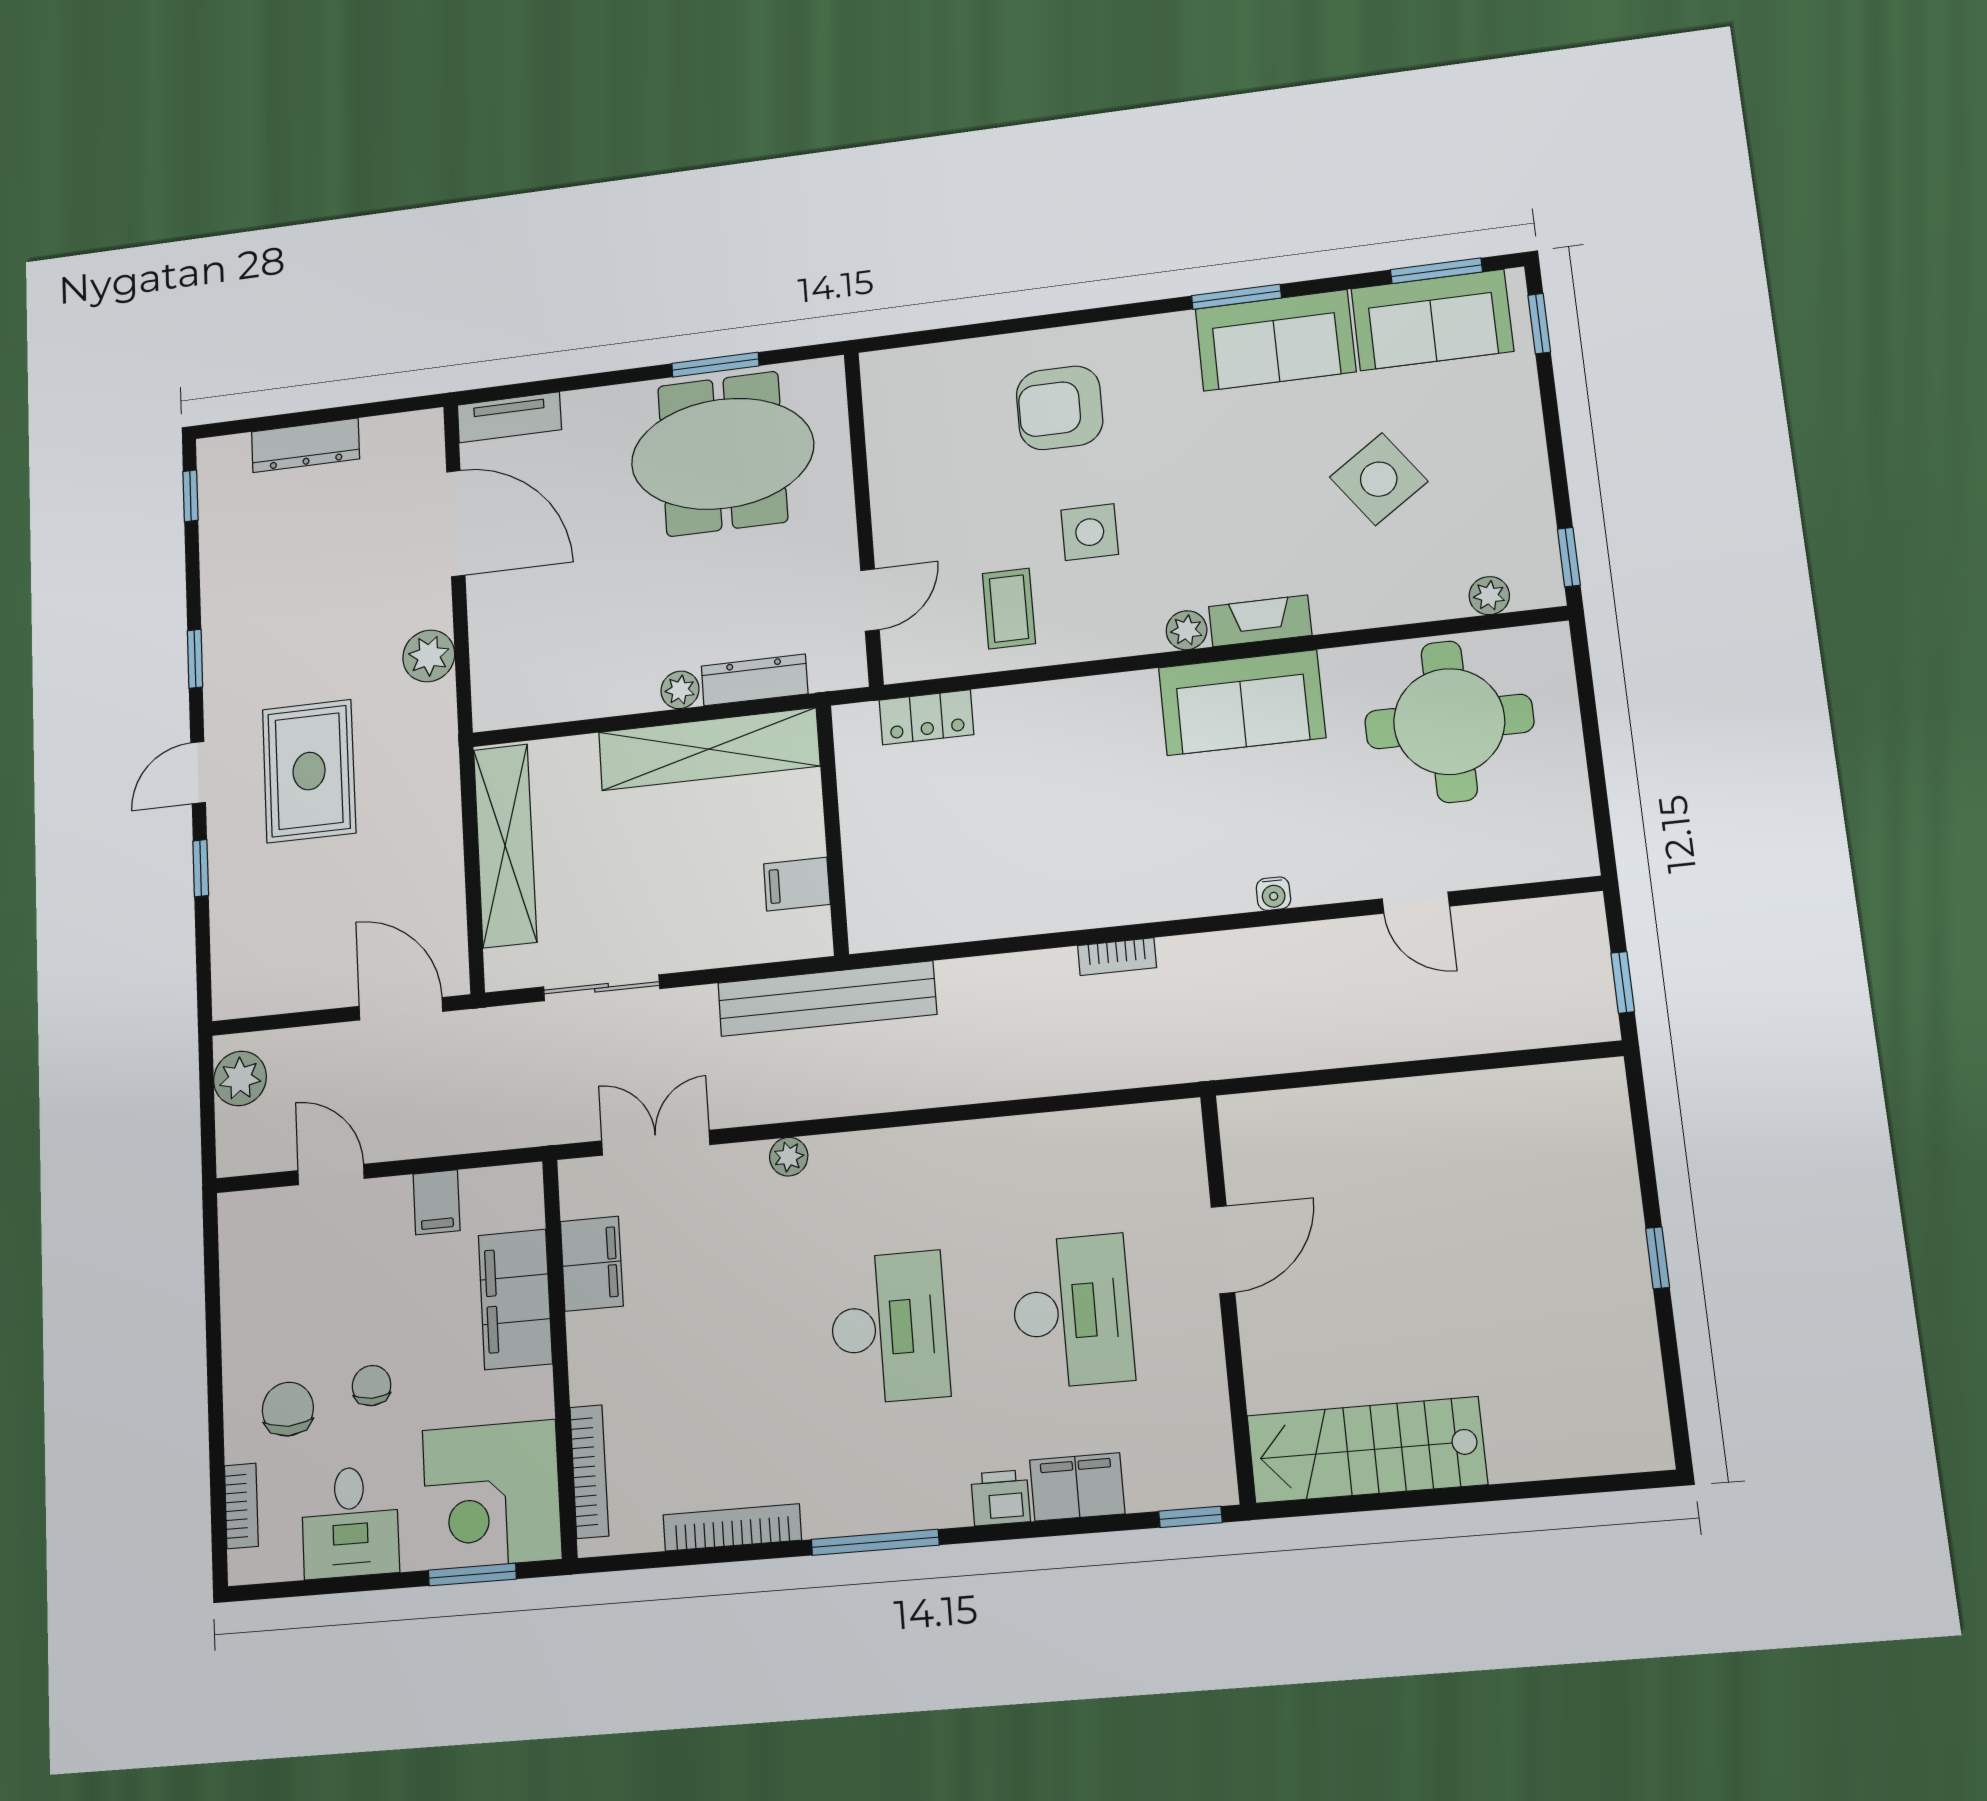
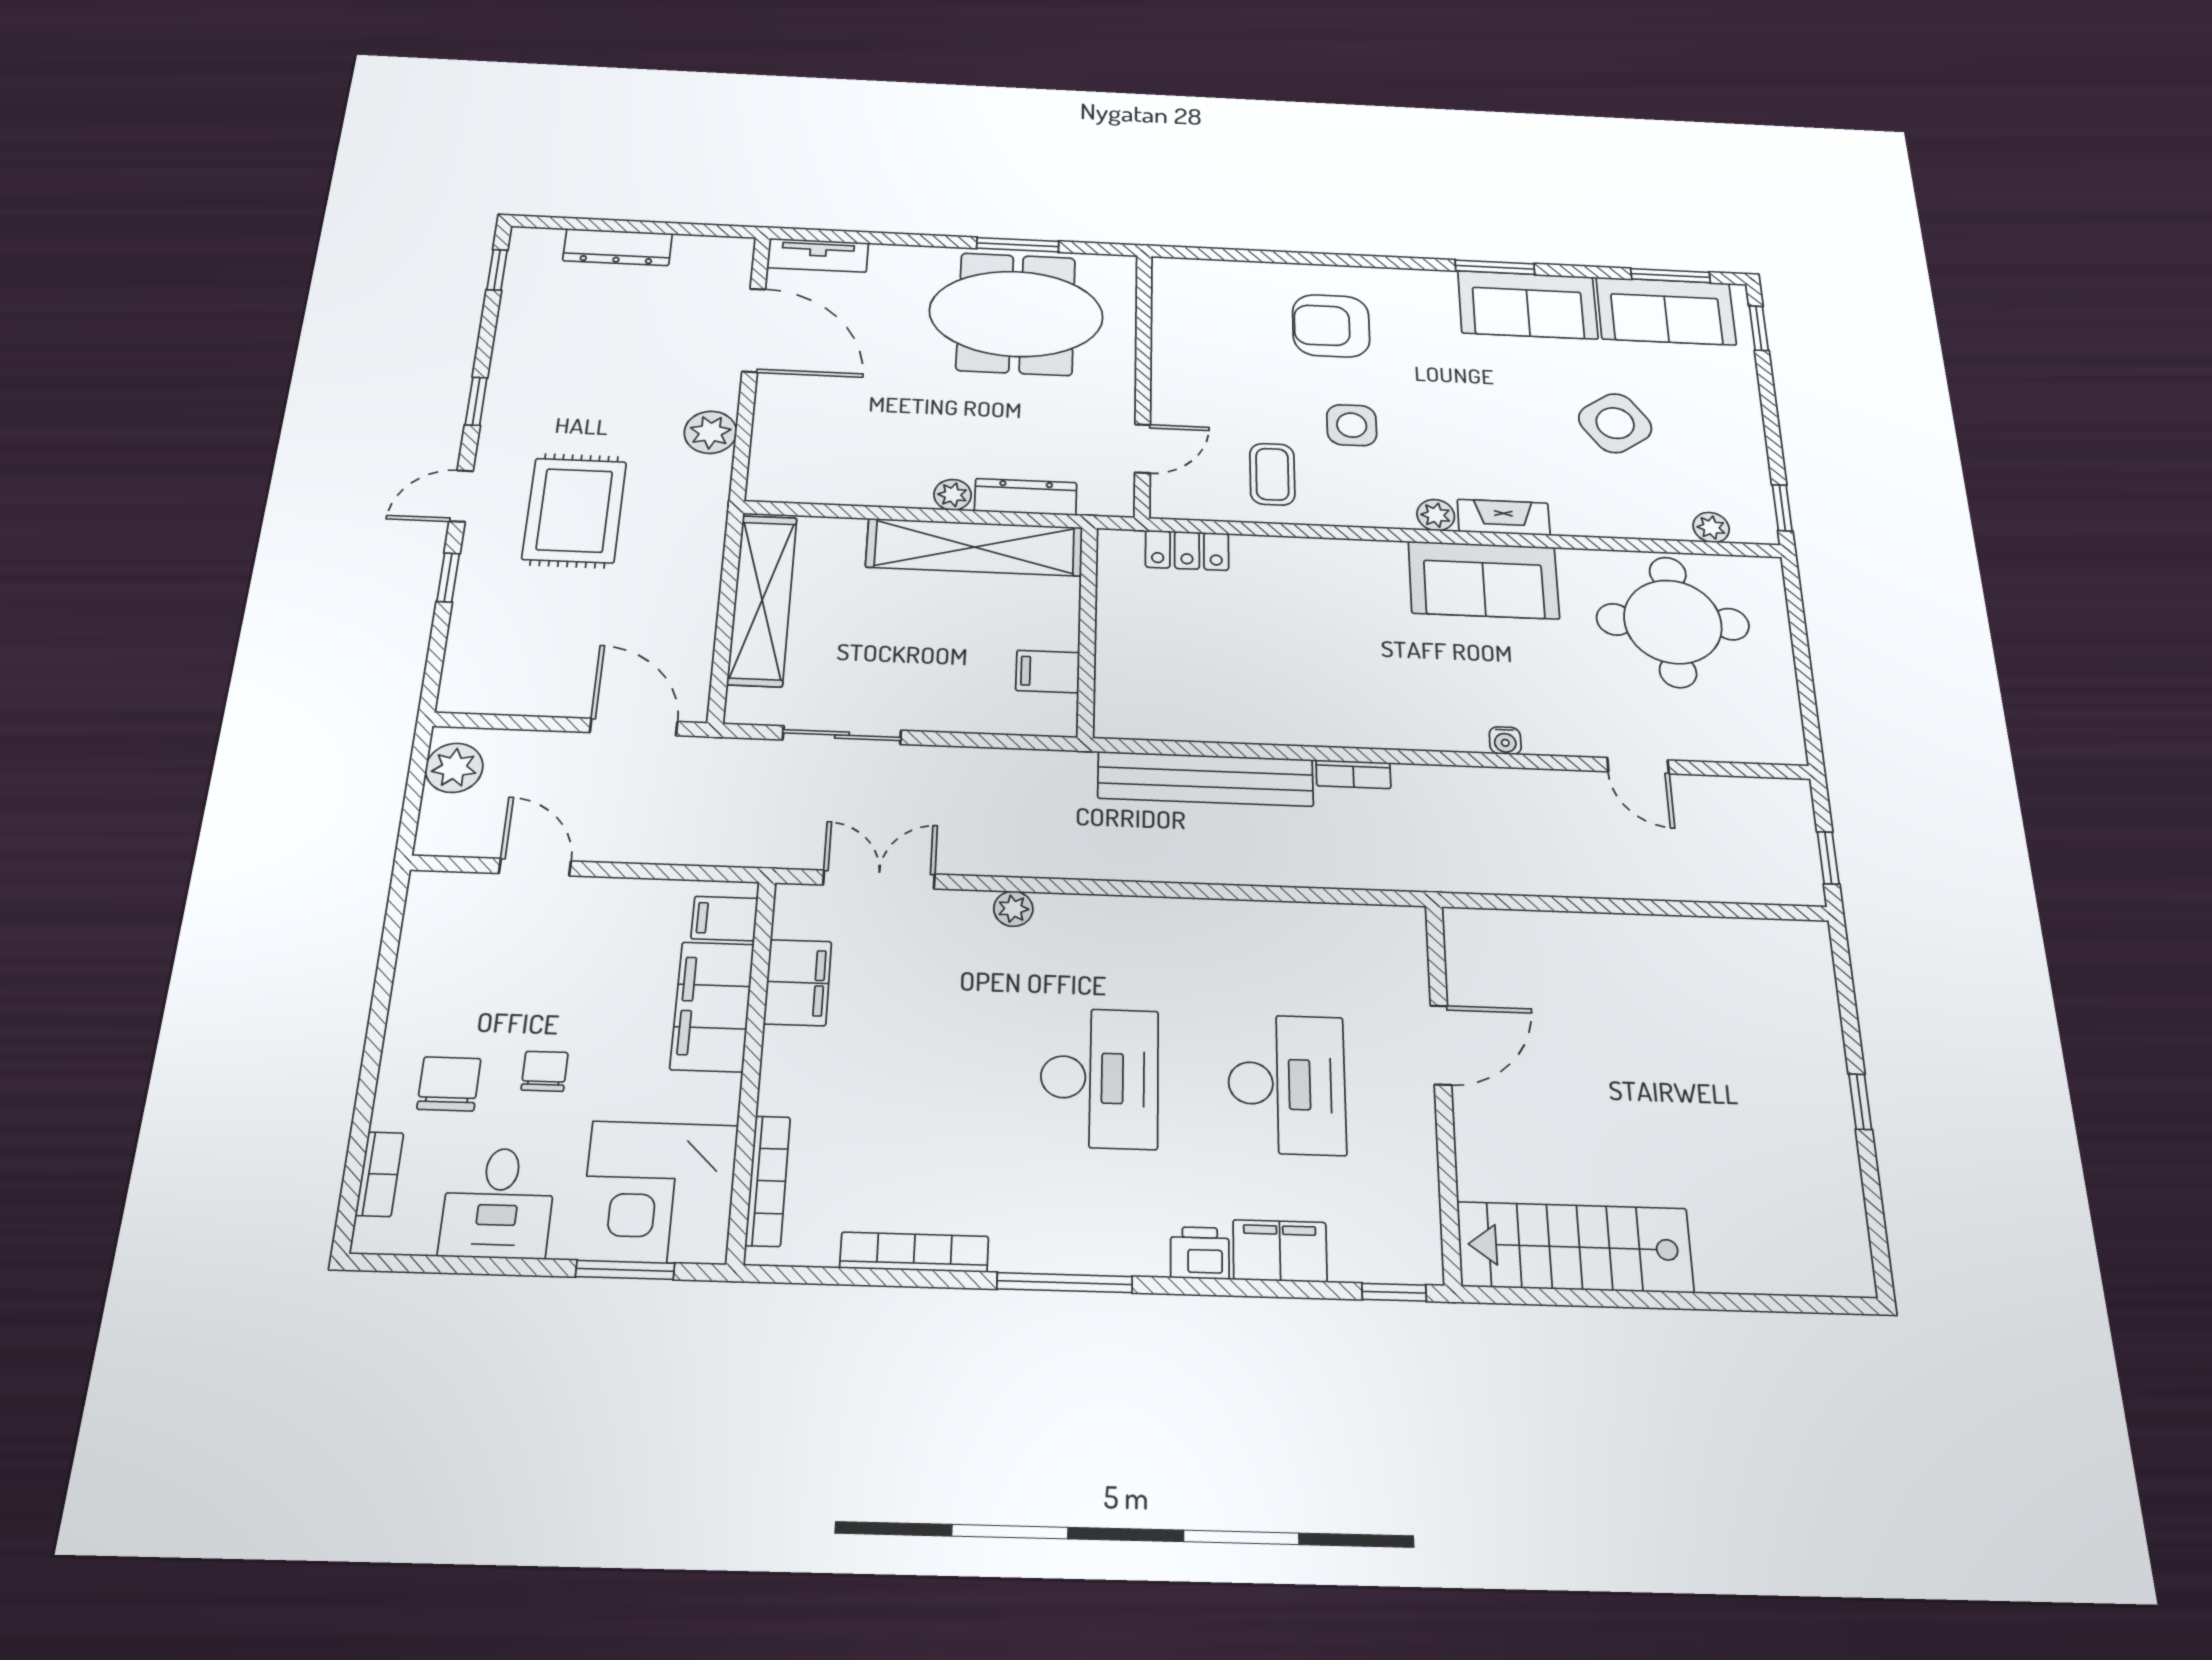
bench: (827, 999) -> (1206, 779), moved
filing cabinet: (436, 1202) -> (724, 919), moved, turned 90

